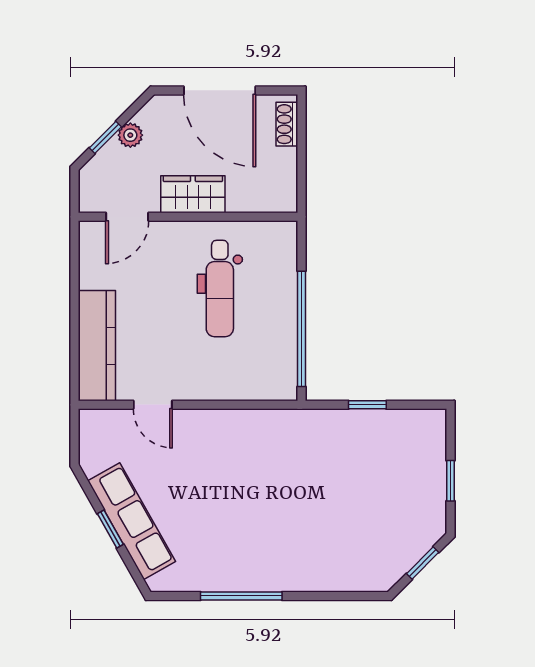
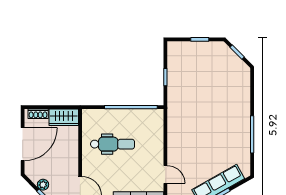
wardrobe: (193, 194) -> (64, 117), moved, turned -90
door: (153, 405) -> (165, 174), hinge flipped

